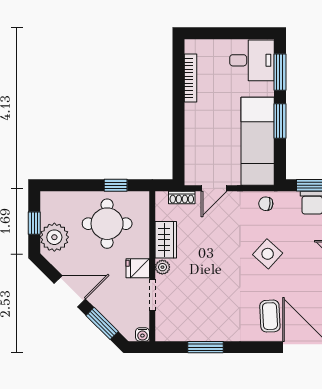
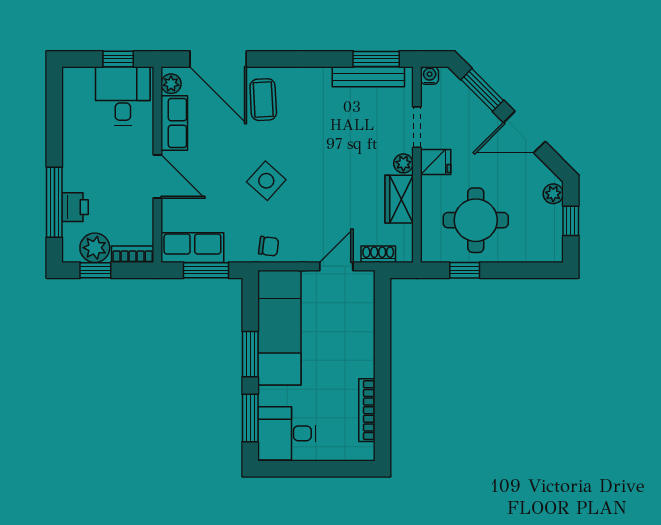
plant: (54, 237) -> (553, 194), width x0.53, depth x0.53
bench: (189, 334) -> (368, 77), added
window: (206, 347) -> (376, 59), moved

